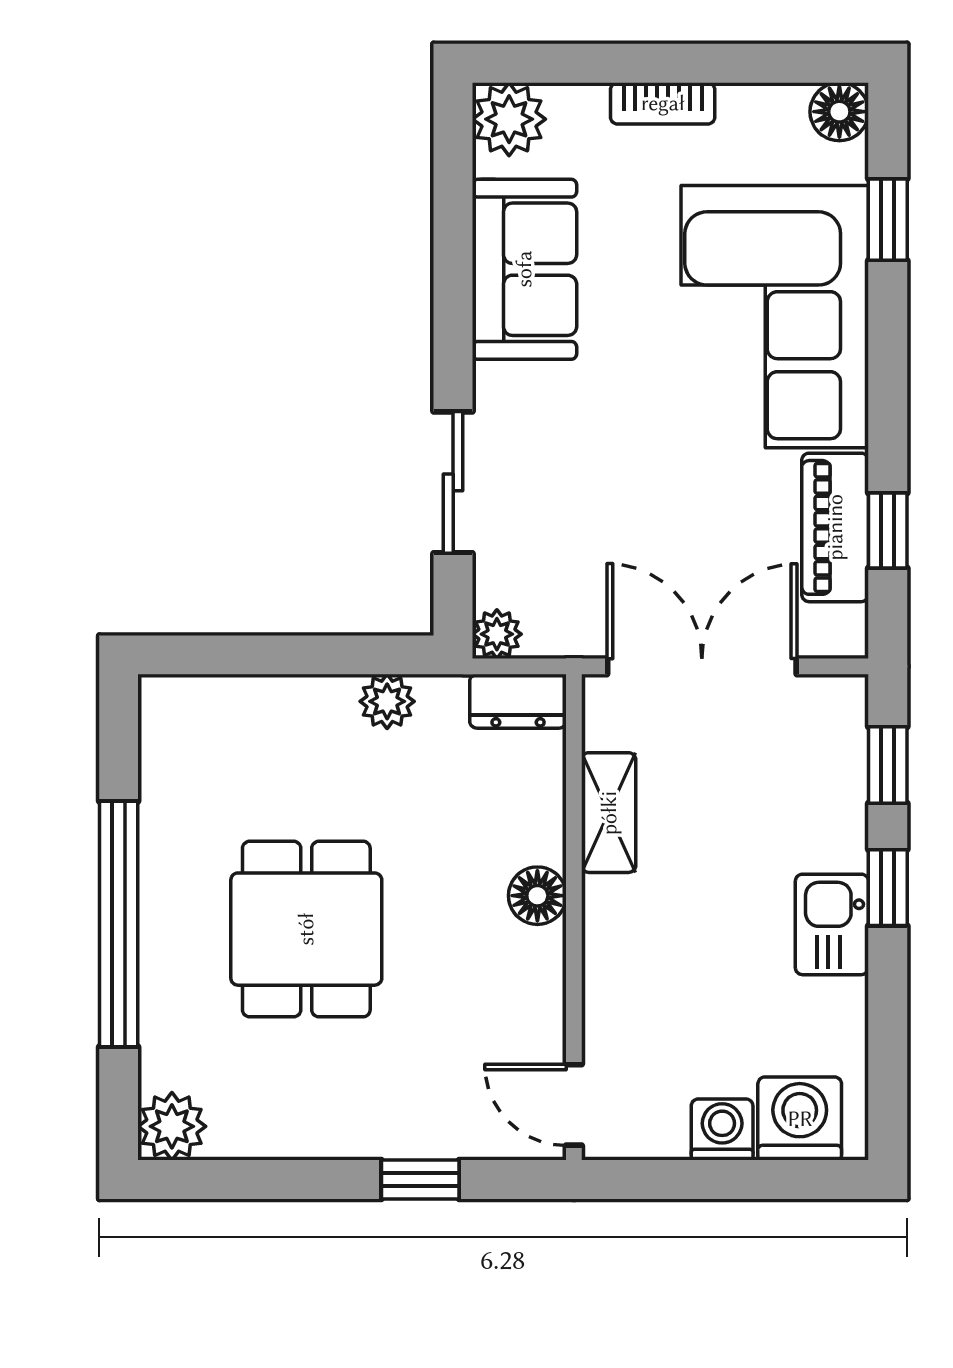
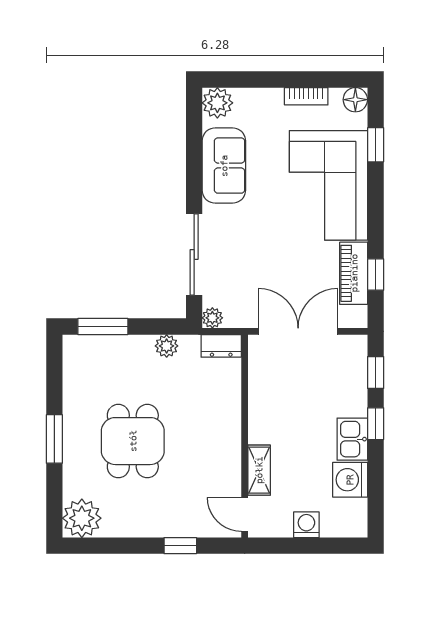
bookcase: (663, 103) -> (306, 96), moved
sliding door: (453, 482) -> (194, 255), width x1.37
window: (235, 655) -> (103, 326), added
shelving: (609, 813) -> (259, 470), moved
floor lamp: (537, 896) -> (229, 427), removed
window: (119, 924) -> (54, 439), width x0.47
washing machine: (800, 1119) -> (350, 480), moved, turned -90
plant: (172, 1126) -> (82, 518), width x1.36, depth x1.36

